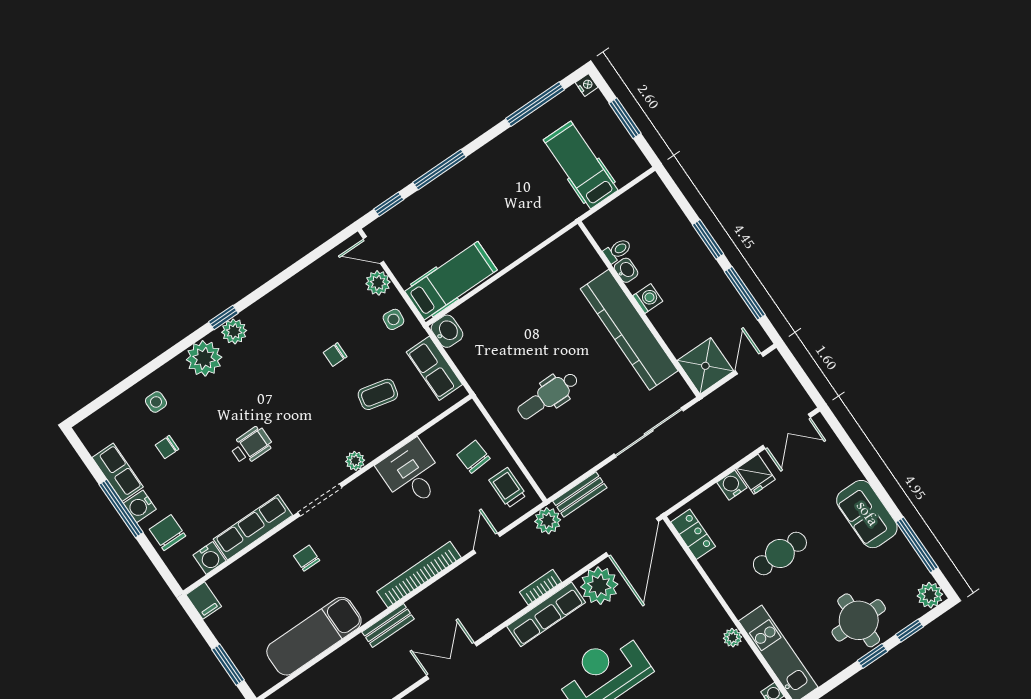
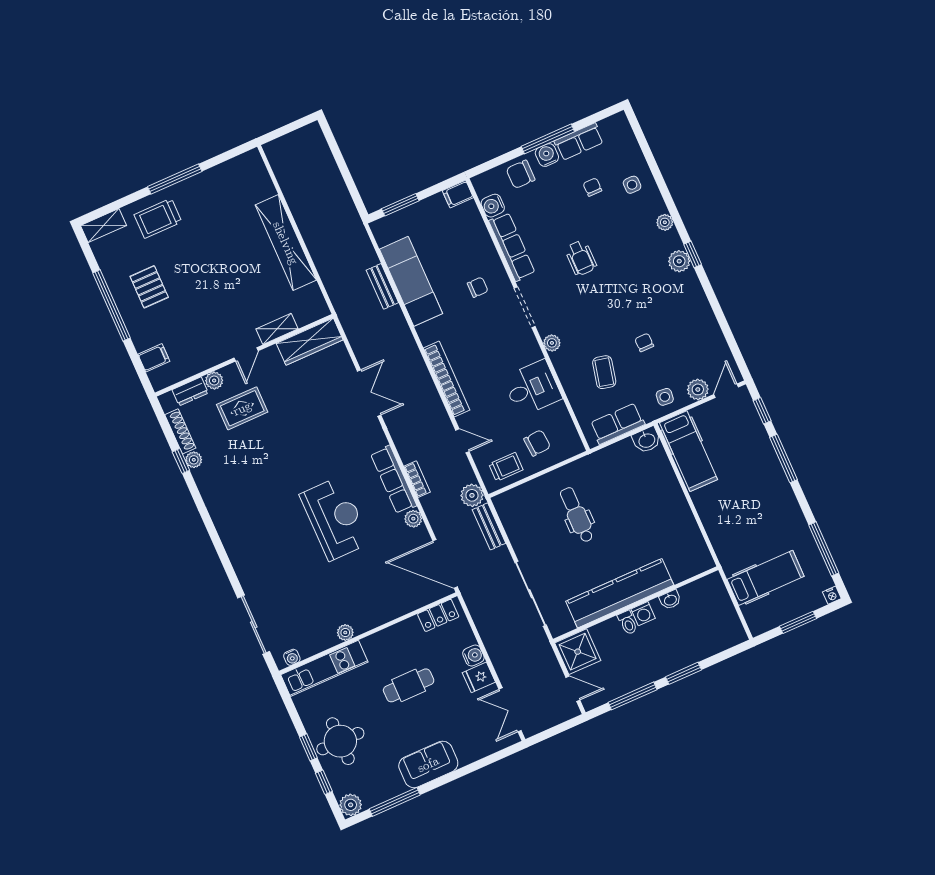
toilet: (617, 250) -> (628, 623), moved
plant: (204, 358) -> (665, 222), width x0.53, depth x0.53
chair: (168, 533) -> (521, 174), turned 180
cafe table: (780, 554) -> (409, 685), turned 90
plant: (599, 586) -> (413, 519), width x0.53, depth x0.53
bench: (388, 625) -> (382, 286), moved

